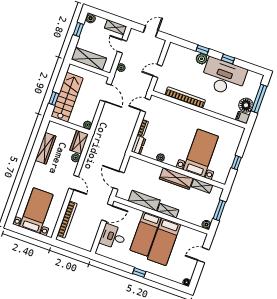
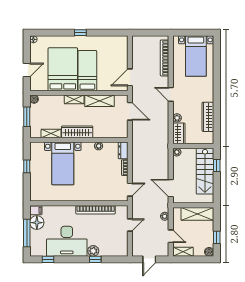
window: (228, 59) -> (48, 259), moved
desk: (113, 237) -> (117, 57), removed
bed: (164, 242) -> (63, 69), width x1.50

